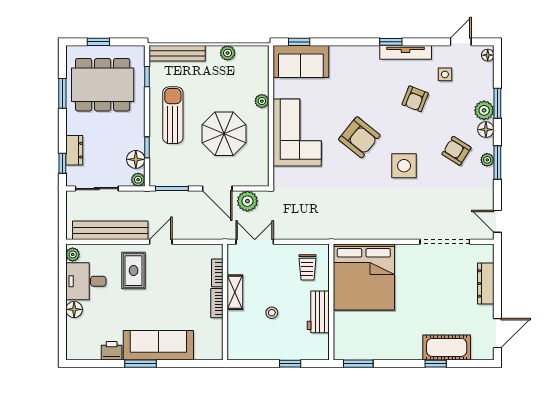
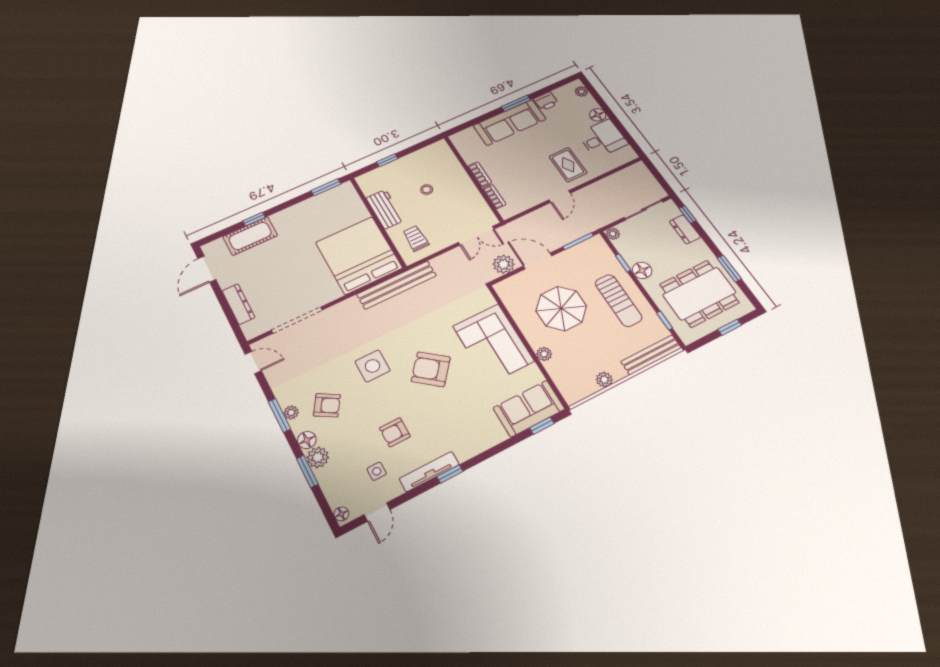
armchair: (415, 99) -> (395, 432), turned -111
floor lamp: (136, 159) -> (642, 270), moved
bench: (110, 230) -> (397, 285), moved
plant: (73, 254) -> (581, 92), moved
shelving: (235, 292) -> (469, 190), removed

